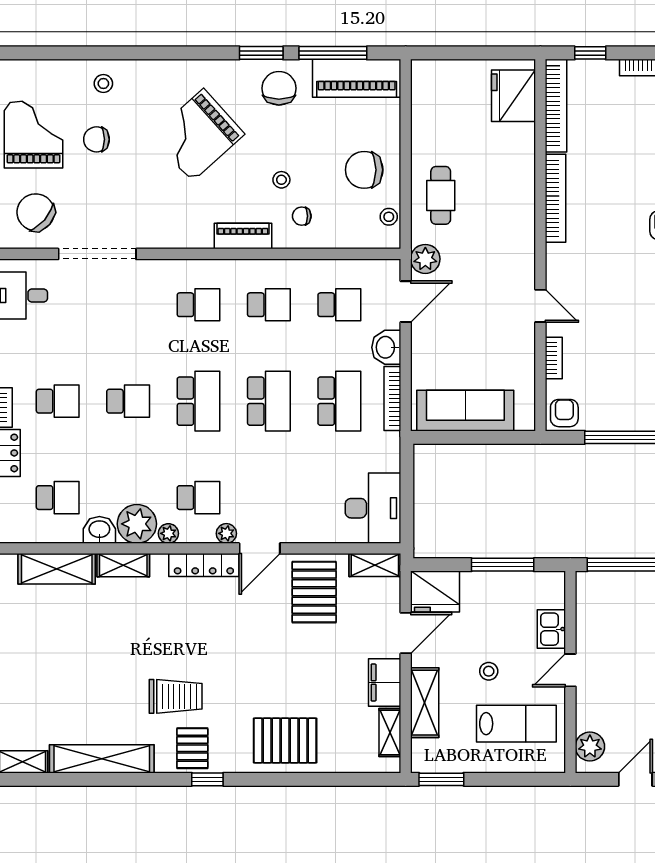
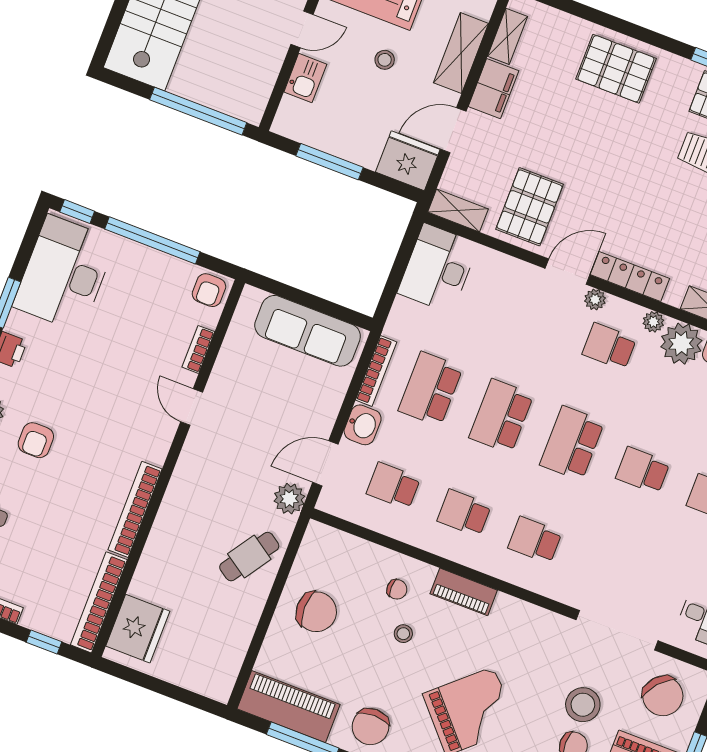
cafe table: (441, 195) -> (249, 557), turned 34
stool: (389, 217) -> (583, 705), moved, width x1.89, depth x1.89

